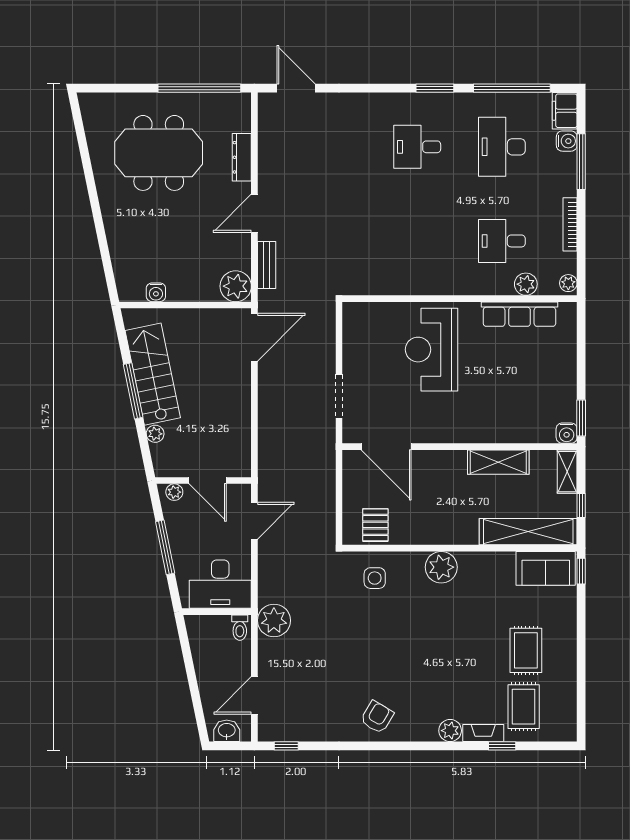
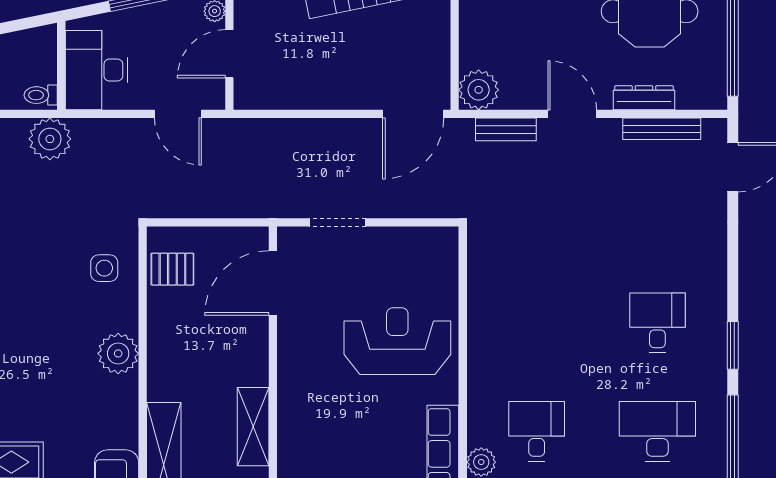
bench: (266, 143) -> (662, 129), added
door: (254, 337) -> (413, 114), hinge flipped

